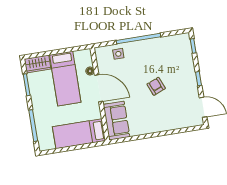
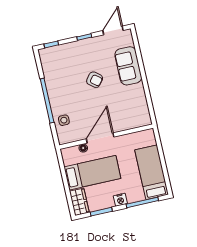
armchair: (156, 86) -> (95, 80), turned -120
nightstand: (37, 104) -> (120, 200), added
sofa: (117, 121) -> (128, 66), moved, turned -90
bed: (79, 134) -> (152, 172), moved, turned 180

